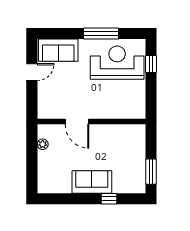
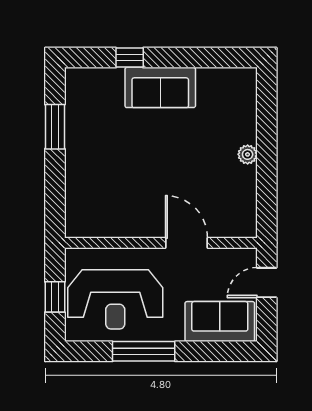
door: (77, 122) -> (186, 243), moved
wall: (91, 122) -> (161, 243), moved
window: (151, 172) -> (55, 127), moved

